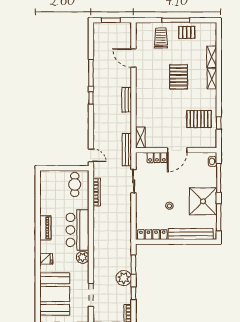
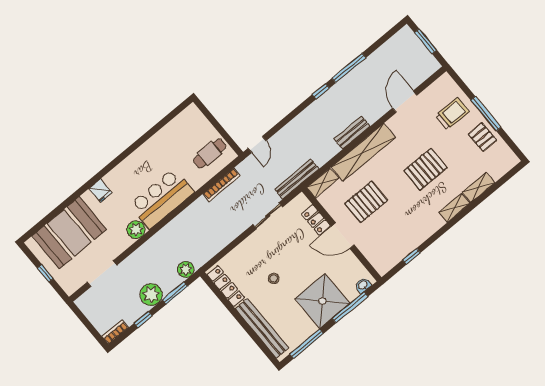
shelving: (142, 102) -> (363, 152), added
pallet: (199, 119) -> (366, 202), moved, turned 90
shower: (203, 201) -> (322, 301), moved
piano: (45, 228) -> (134, 161), removed
plant: (126, 248) -> (186, 269), added

